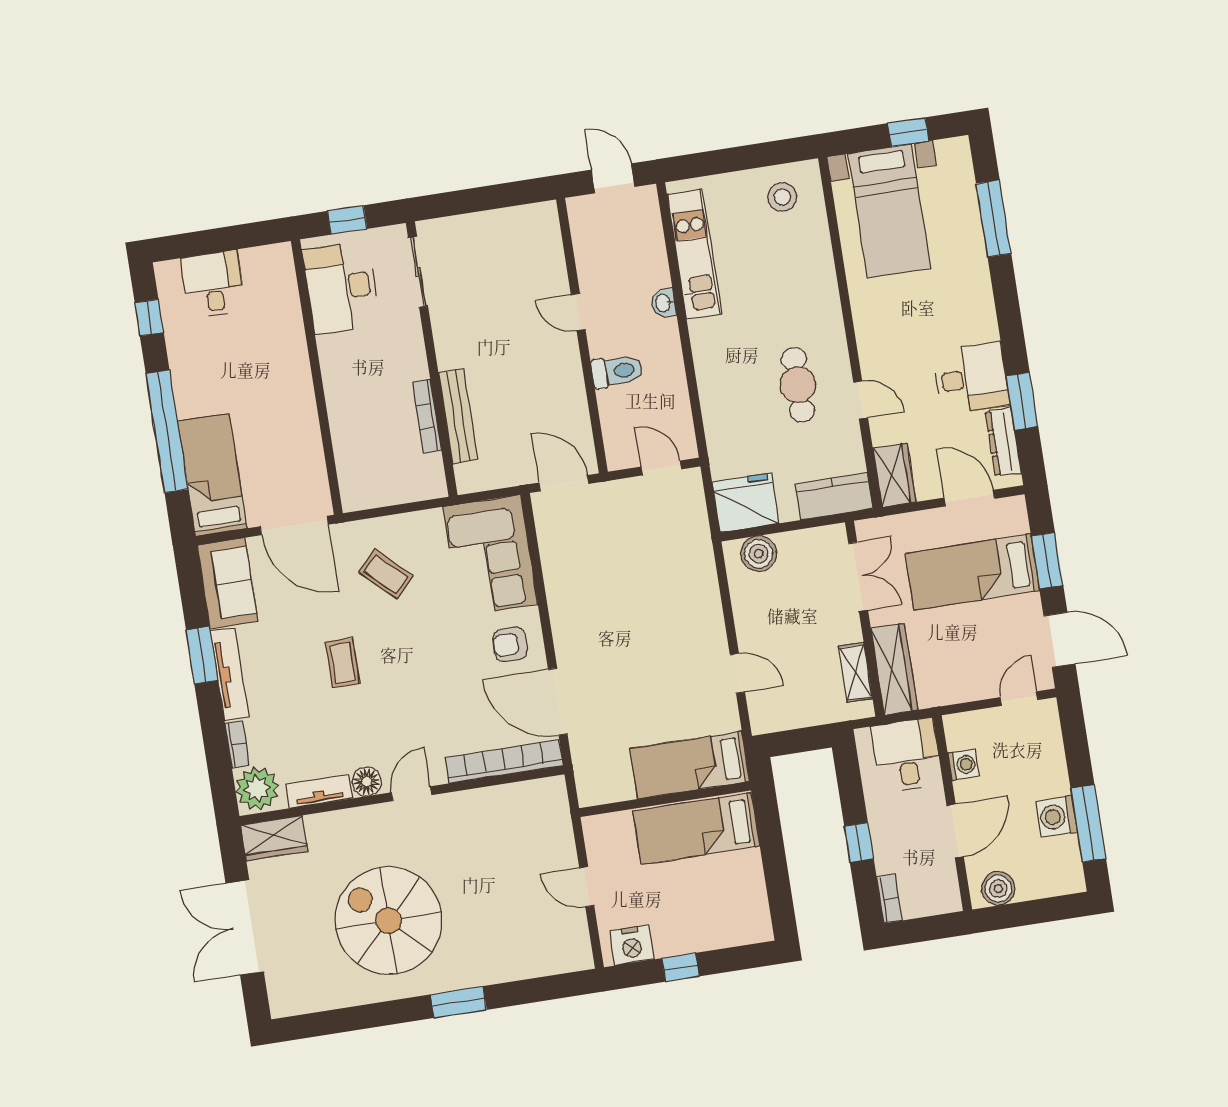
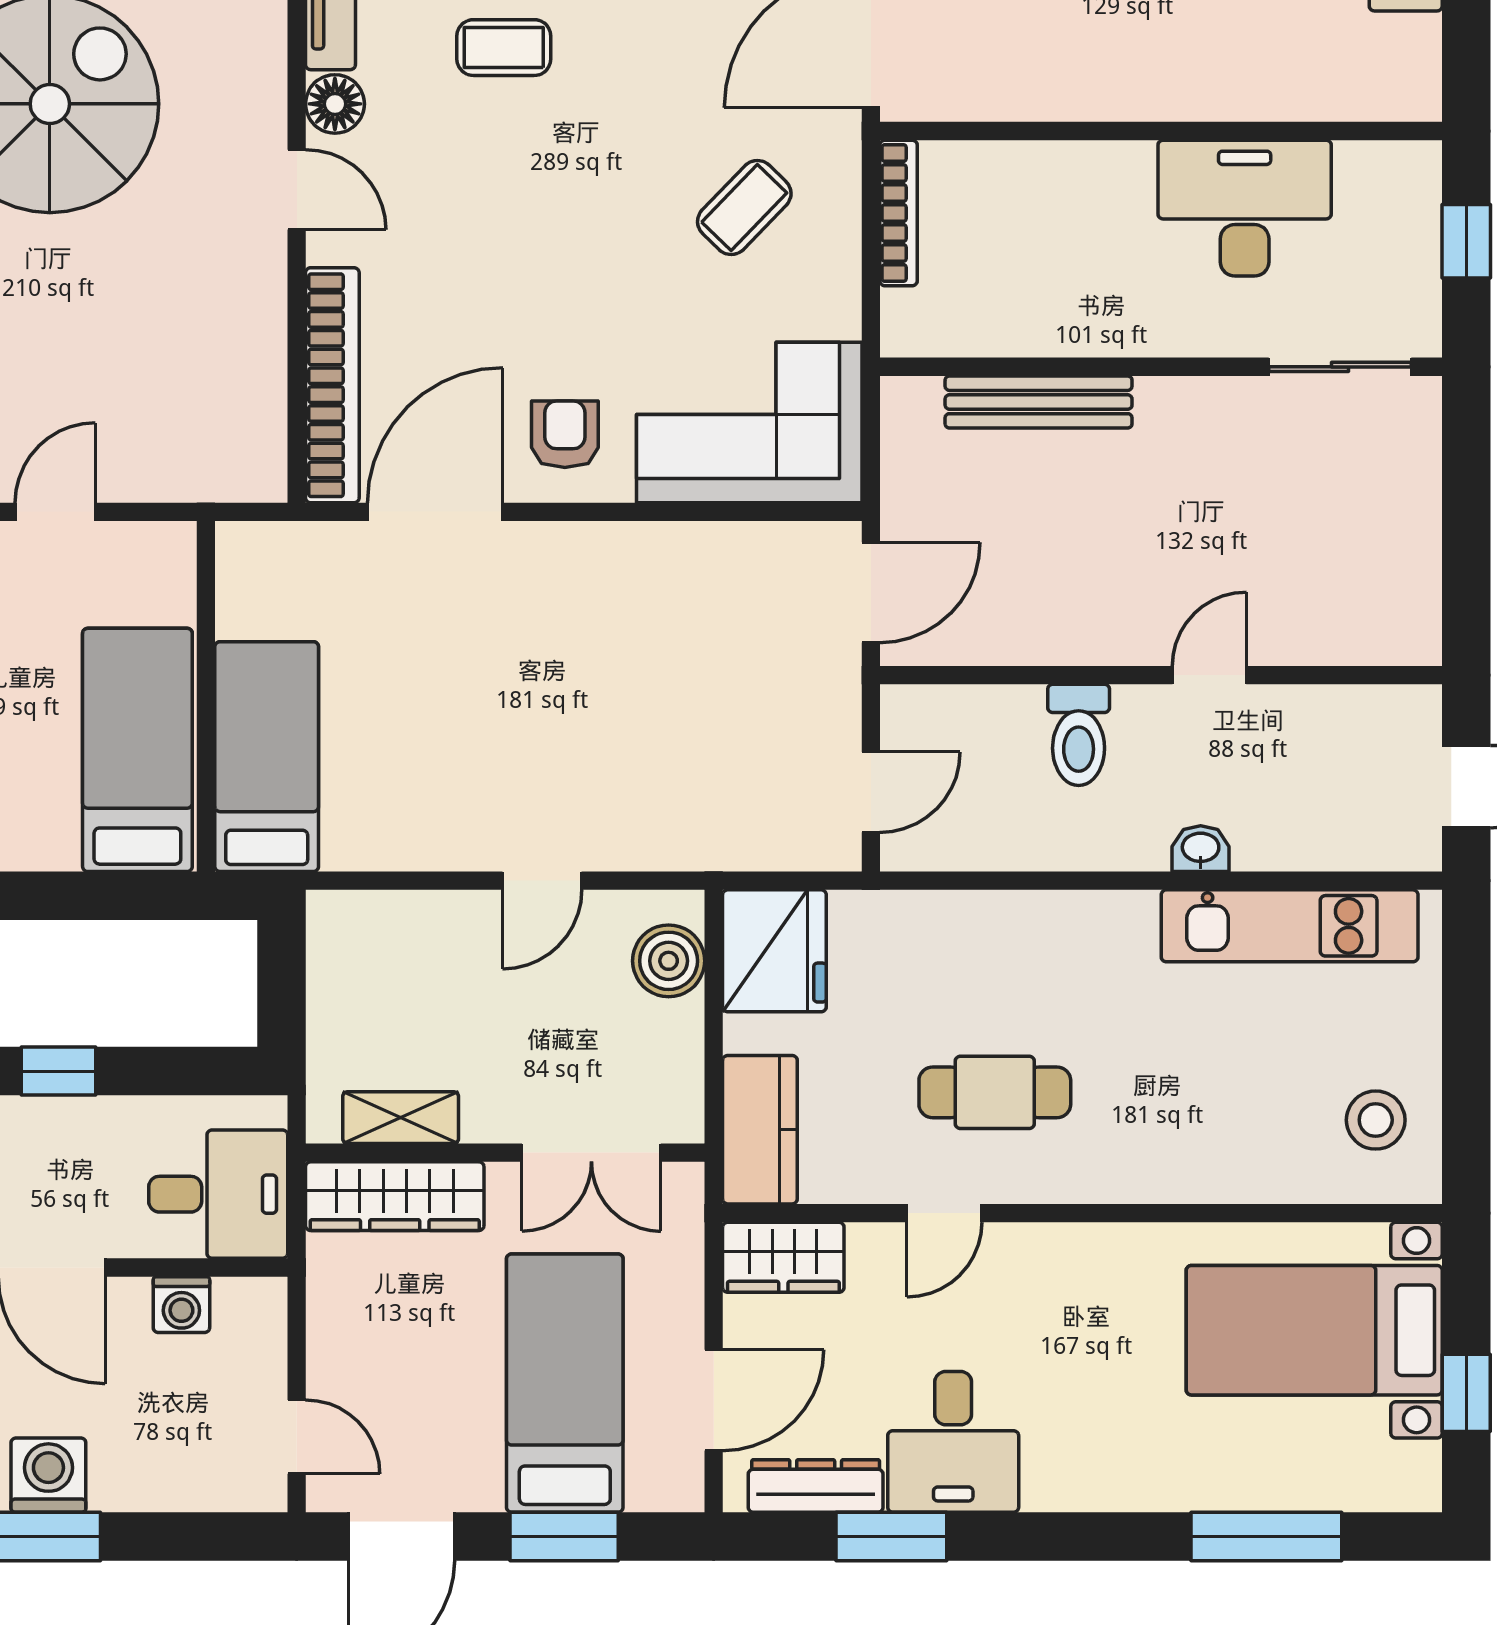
desk: (341, 287) -> (1245, 208), moved
bookcase: (427, 416) -> (899, 213), moved, turned 90
coffee table: (342, 663) -> (504, 48), moved
door: (737, 673) -> (542, 881), moved

